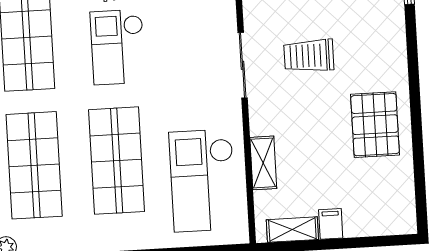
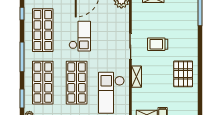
checkout: (118, 47) -> (80, 36), turned 180
shelving: (263, 163) -> (136, 77), moved

